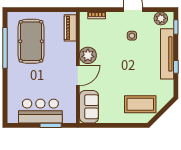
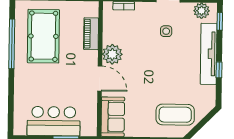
piano: (70, 28) -> (91, 34), moved
door: (78, 75) -> (100, 78), hinge flipped

